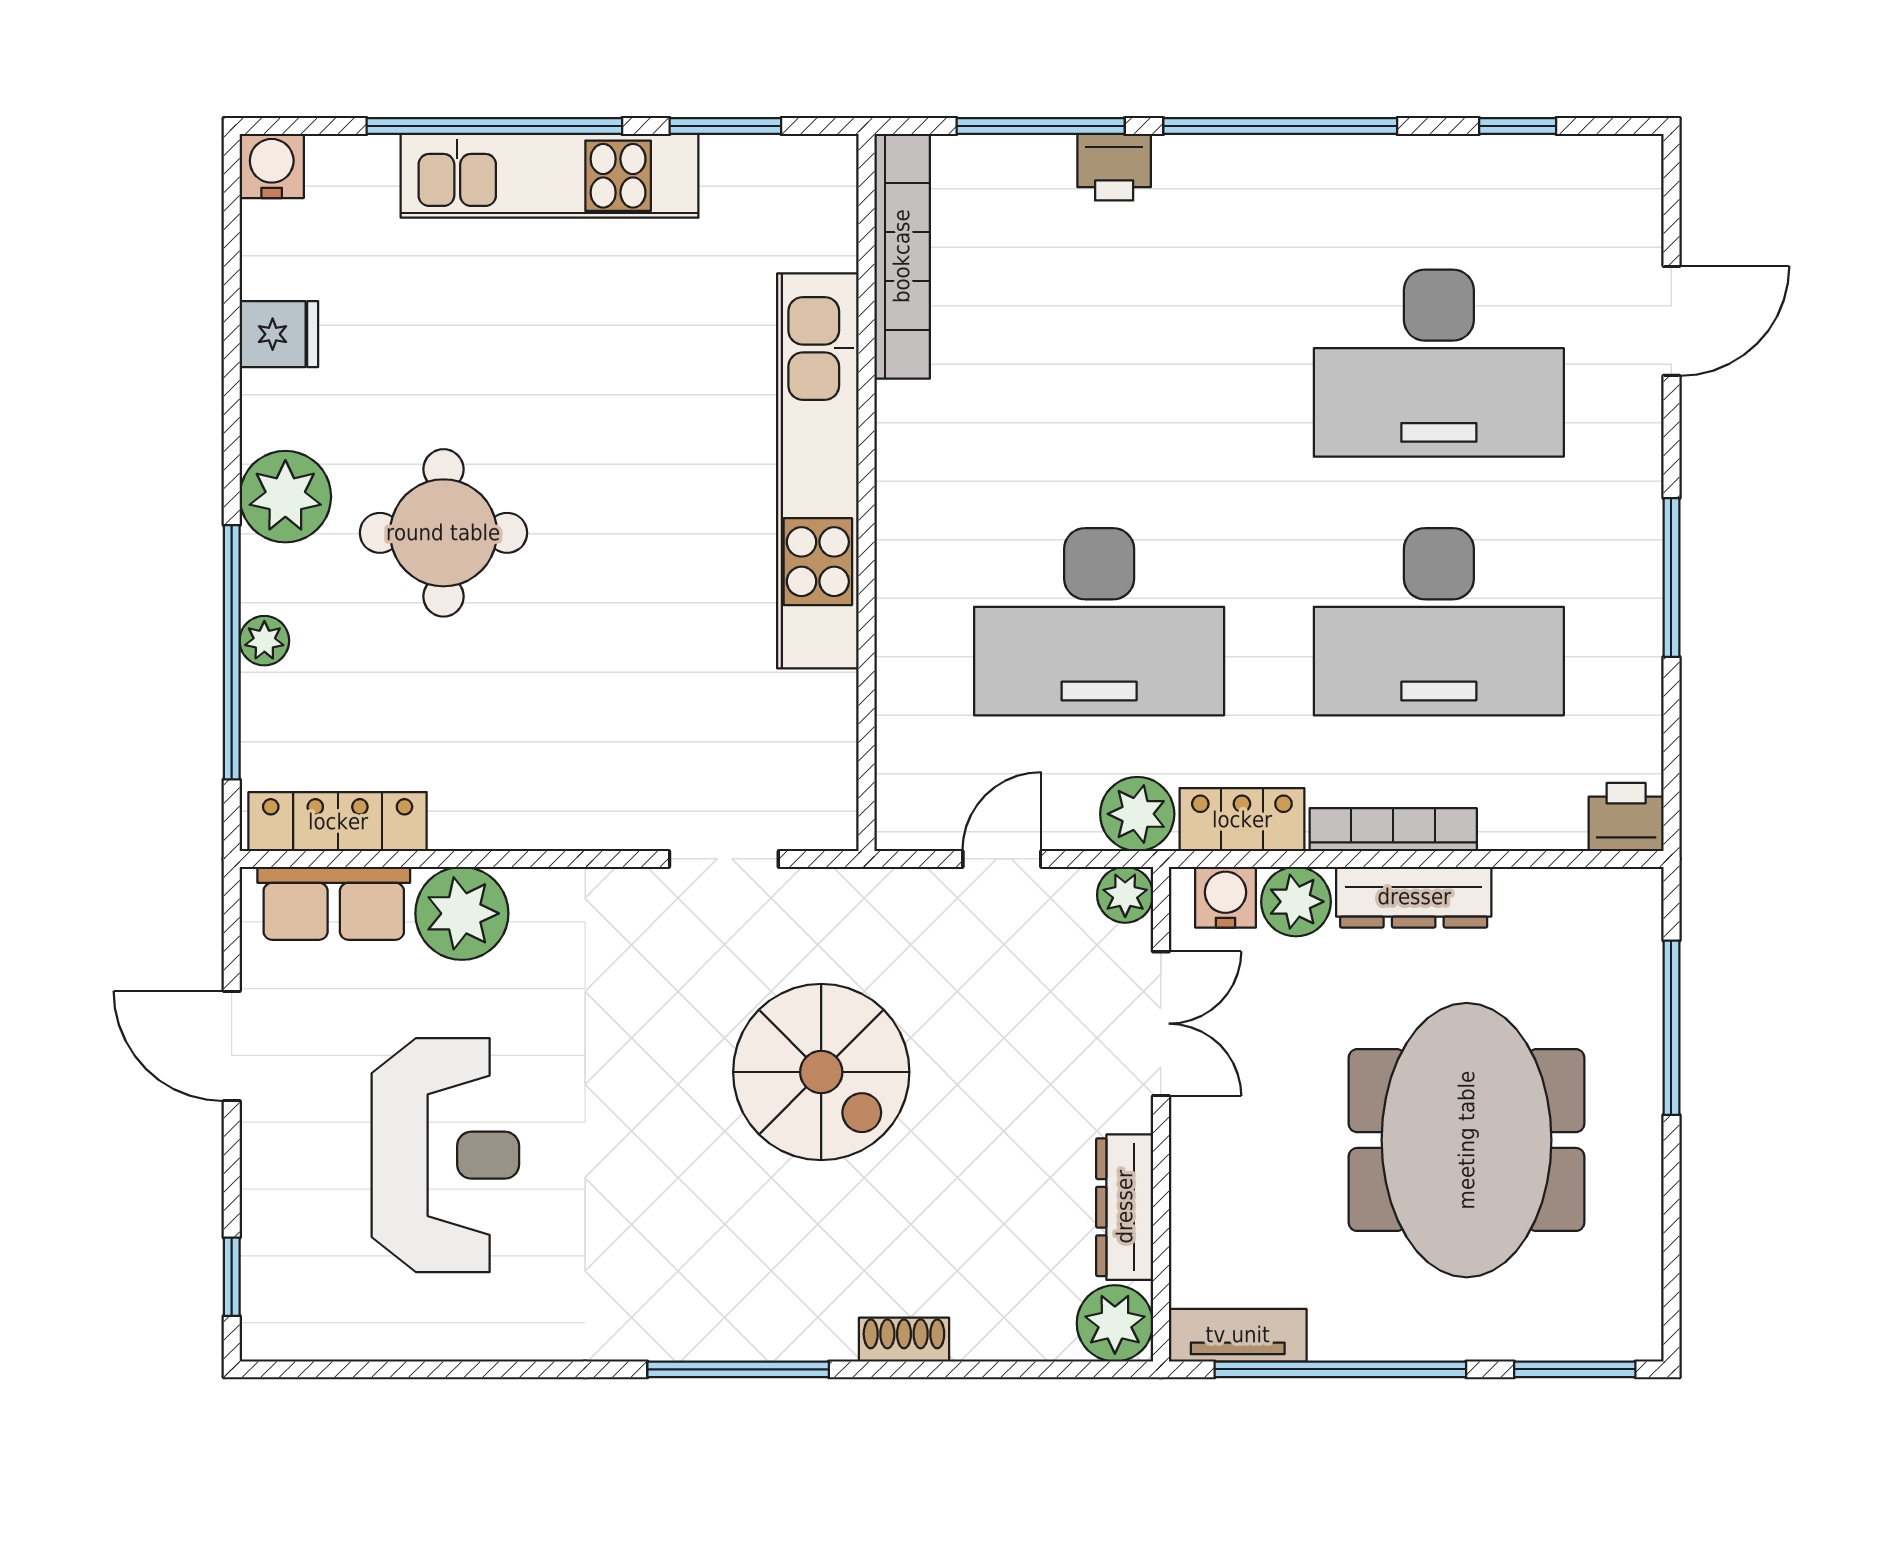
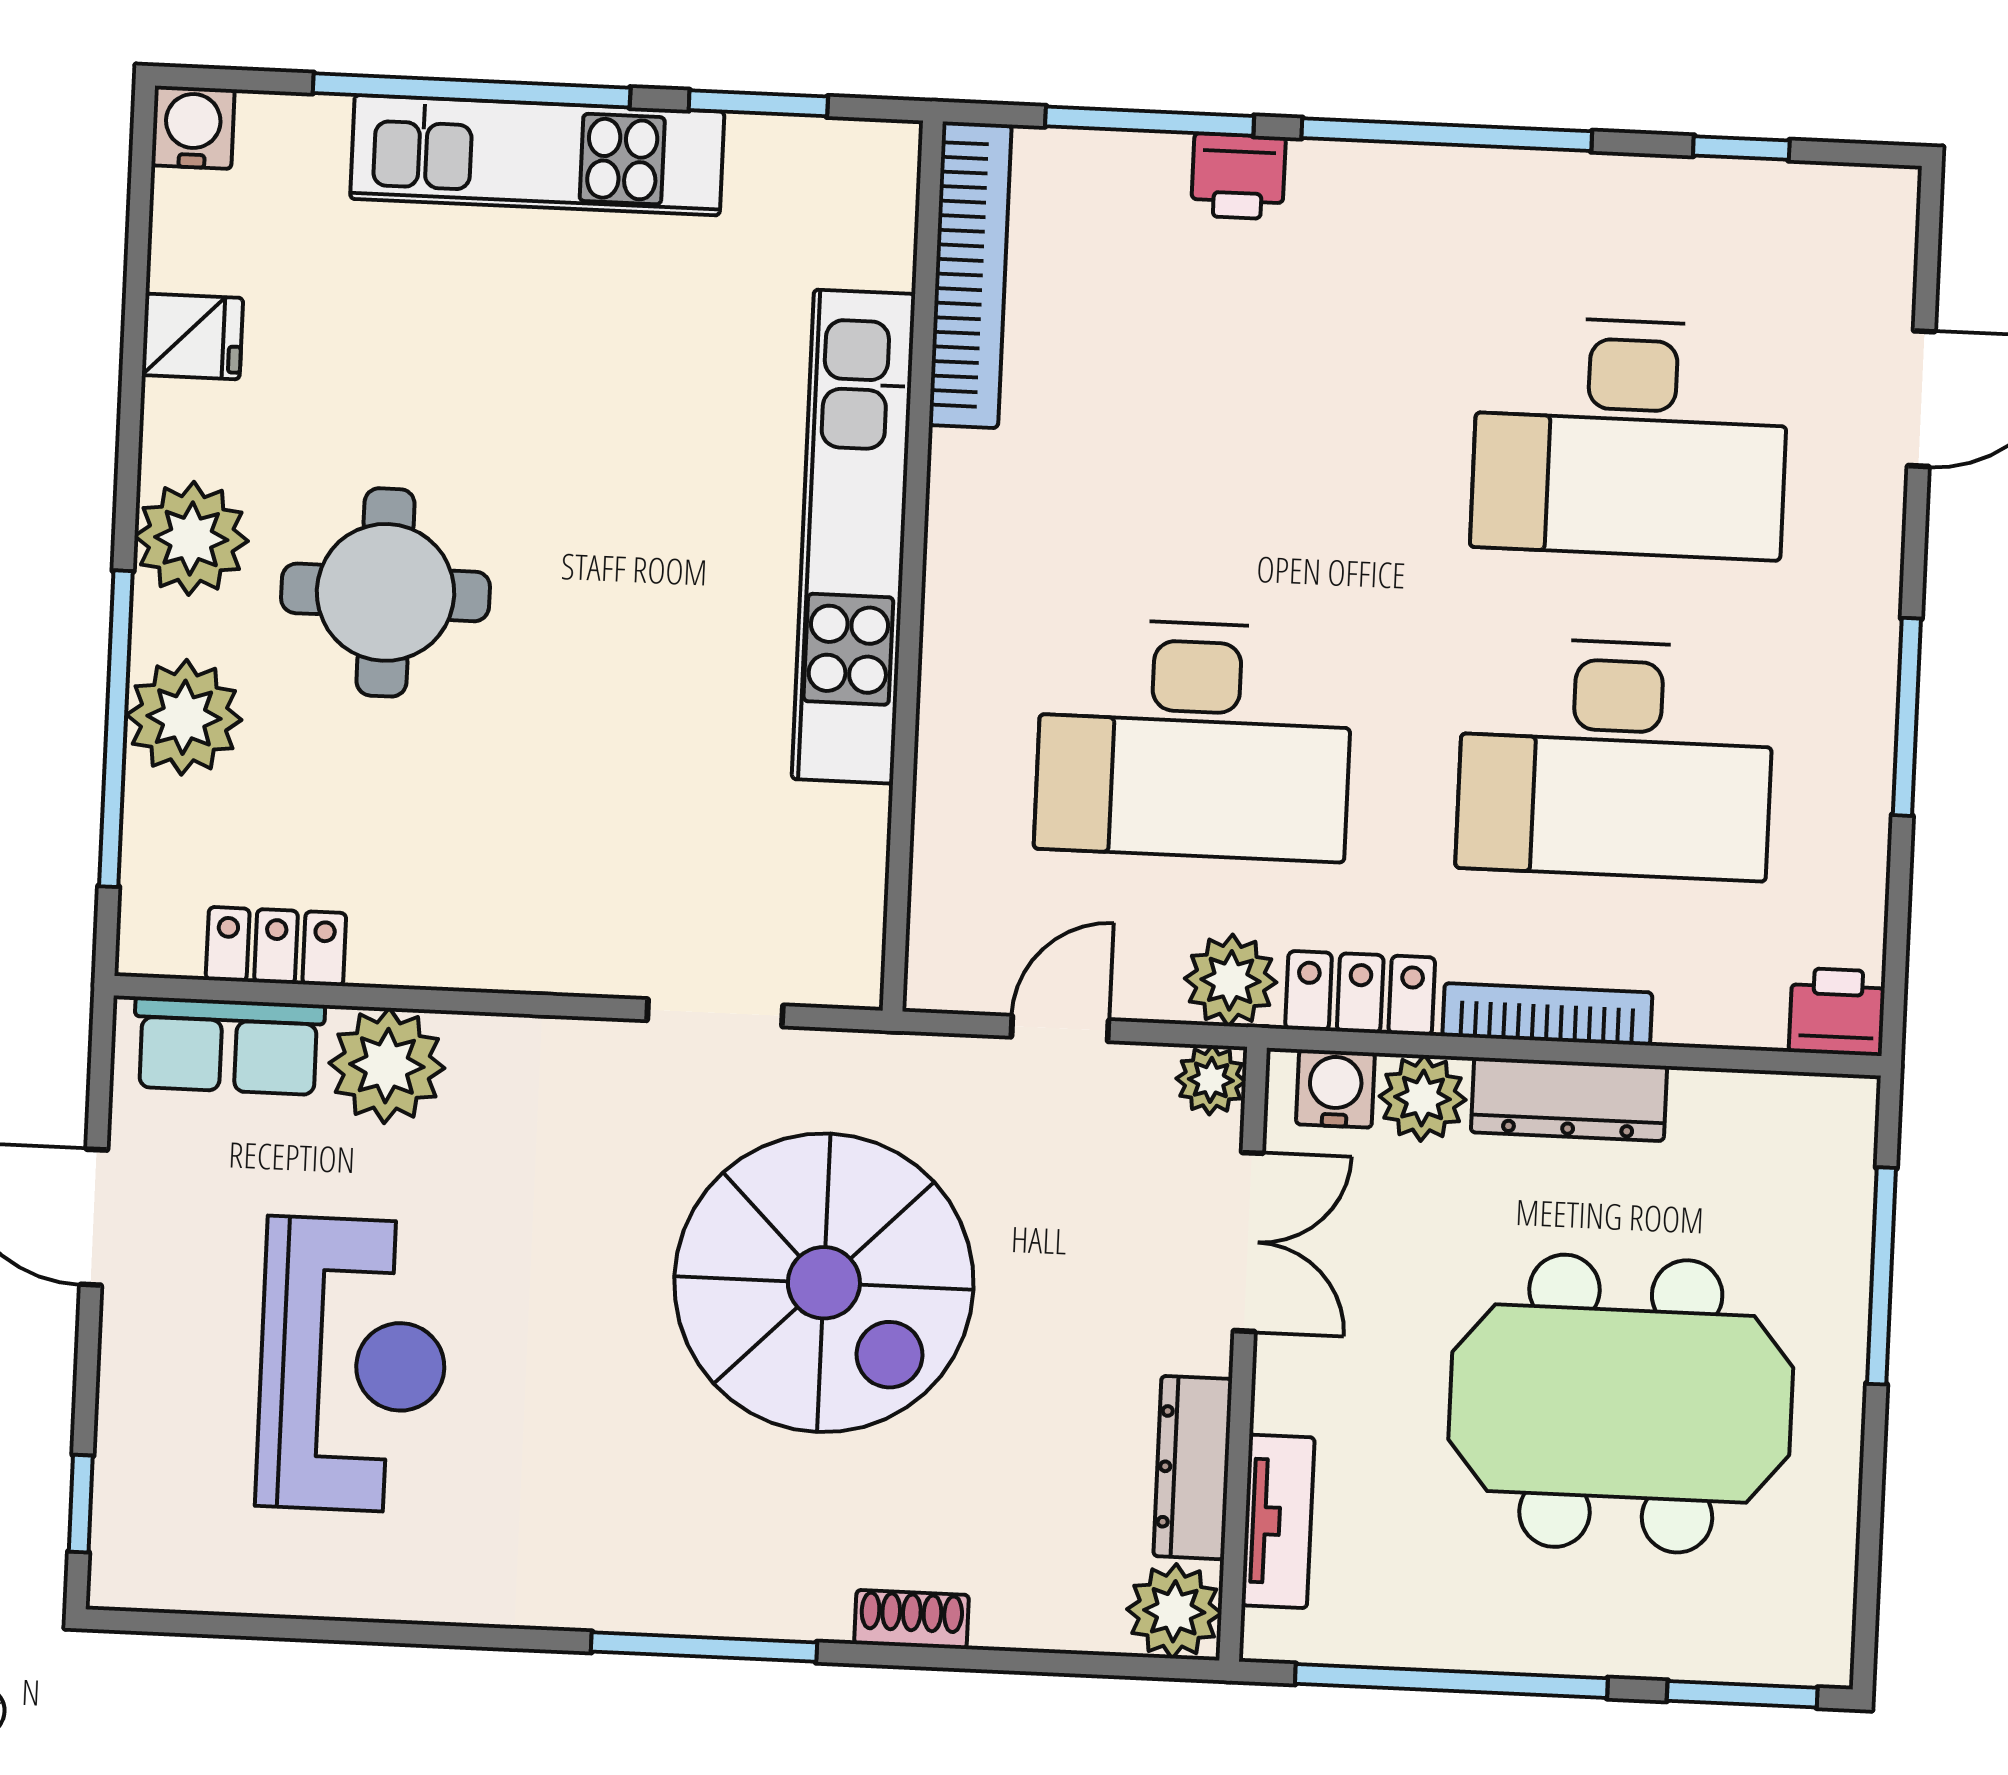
plant: (264, 641) -> (184, 717), width x1.88, depth x1.88
locker: (338, 822) -> (276, 946), width x0.66
spiral stairs: (821, 1072) -> (824, 1283), width x1.37, depth x1.37
meeting table: (1467, 1140) -> (1621, 1404), turned 90
tv unit: (1238, 1335) -> (1278, 1521), moved, turned 90

